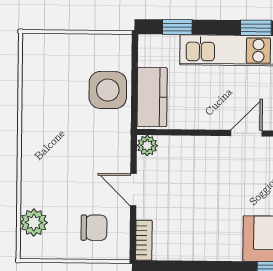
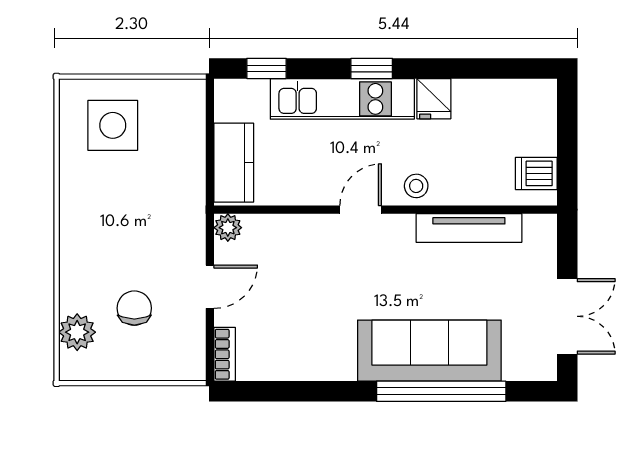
side table: (108, 90) -> (113, 125), moved
door: (133, 190) -> (210, 287), swing flipped
chair: (94, 228) -> (134, 308), moved, turned -90

